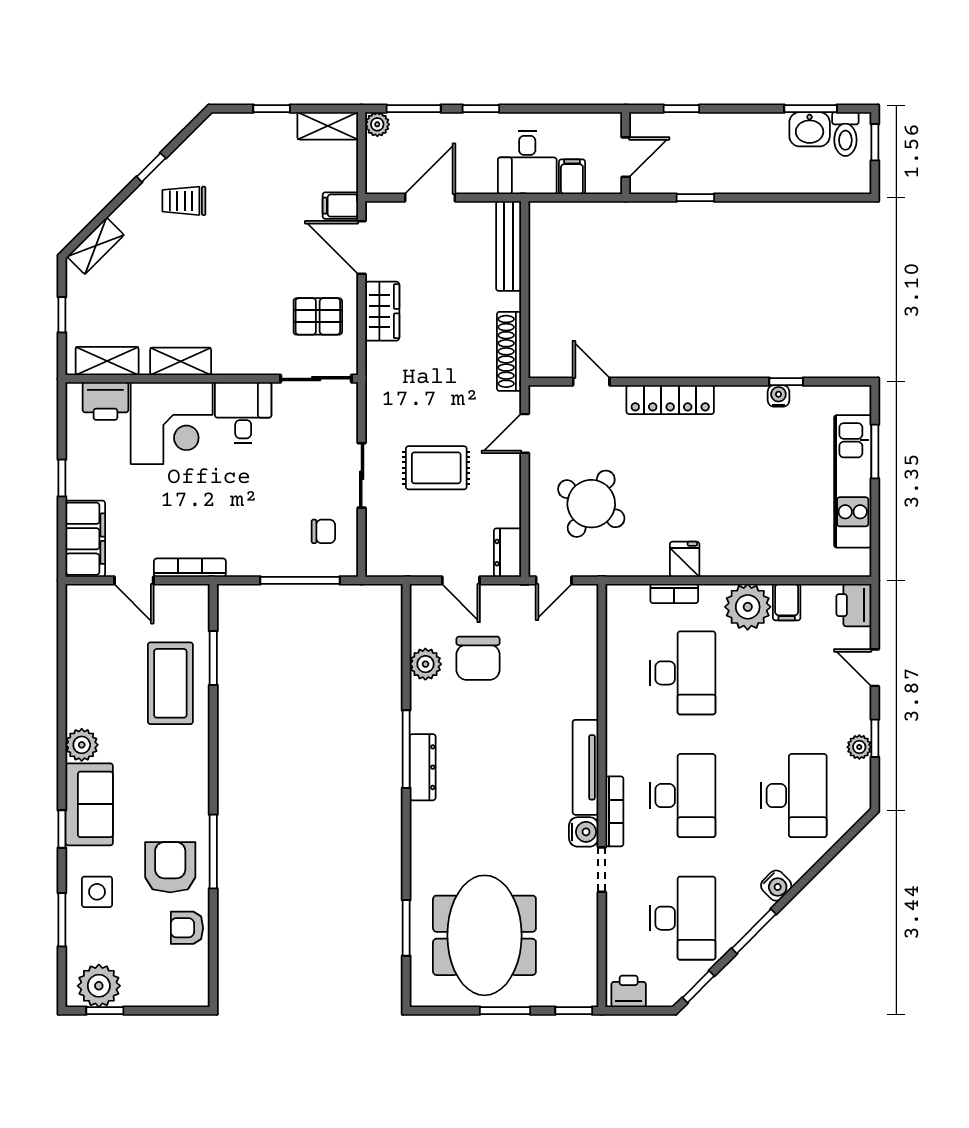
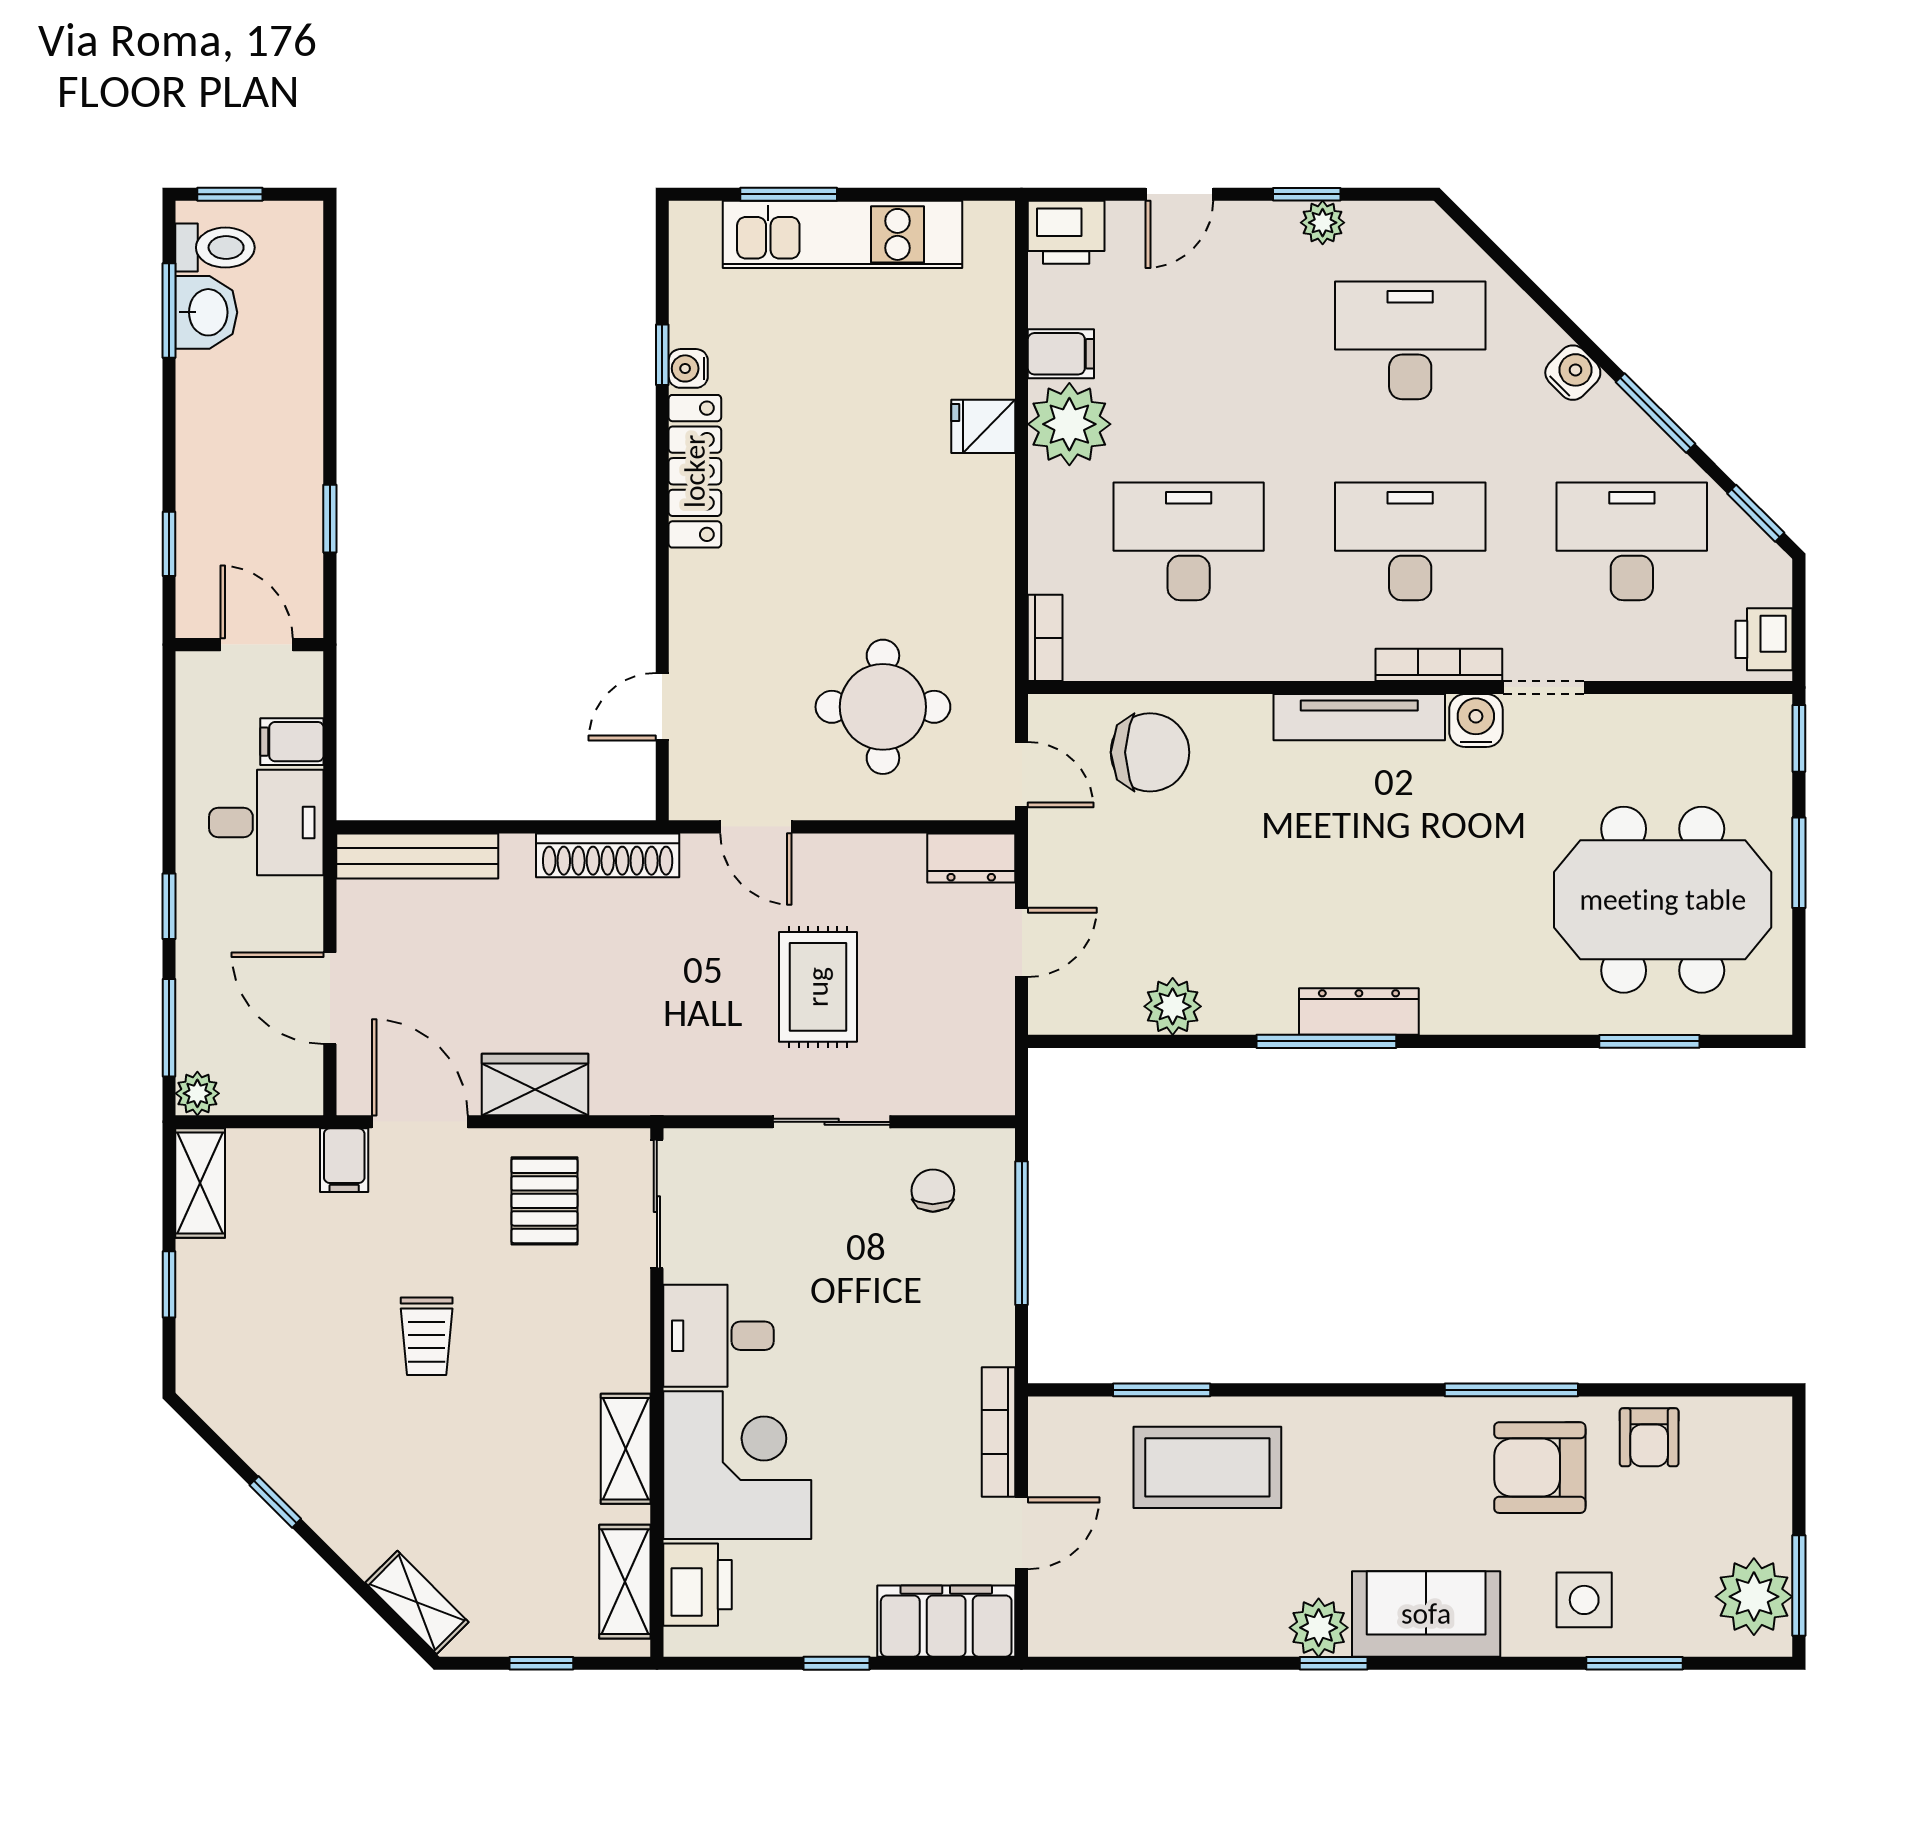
trolley: (184, 201) -> (427, 1336), moved
door: (362, 247) -> (420, 1122), swing flipped
locker: (670, 400) -> (695, 471), moved
round table: (591, 504) -> (883, 707), turned -31
fridge: (685, 559) -> (983, 426), moved
bookcase: (674, 594) -> (1045, 638), moved
chair: (478, 658) -> (1150, 752), moved
window: (62, 829) -> (1334, 1663), moved
window: (105, 1011) -> (1799, 1586), width x1.50

